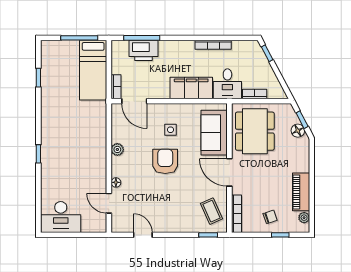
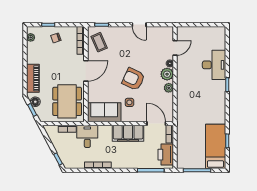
printer: (143, 50) -> (166, 155), moved, turned -90
bed: (93, 70) -> (216, 146), moved
filing cabinet: (191, 88) -> (128, 133), moved
sofa: (214, 133) -> (104, 112), moved, turned -90
armchair: (165, 161) -> (133, 79), turned 115
plant: (120, 168) -> (167, 74), added
door: (229, 172) -> (86, 71), hinge flipped
piano: (301, 192) -> (33, 78), moved
door: (109, 203) -> (175, 48), hinge flipped
desk: (61, 217) -> (214, 65), moved, turned 90
door: (143, 235) -> (139, 25), moved

